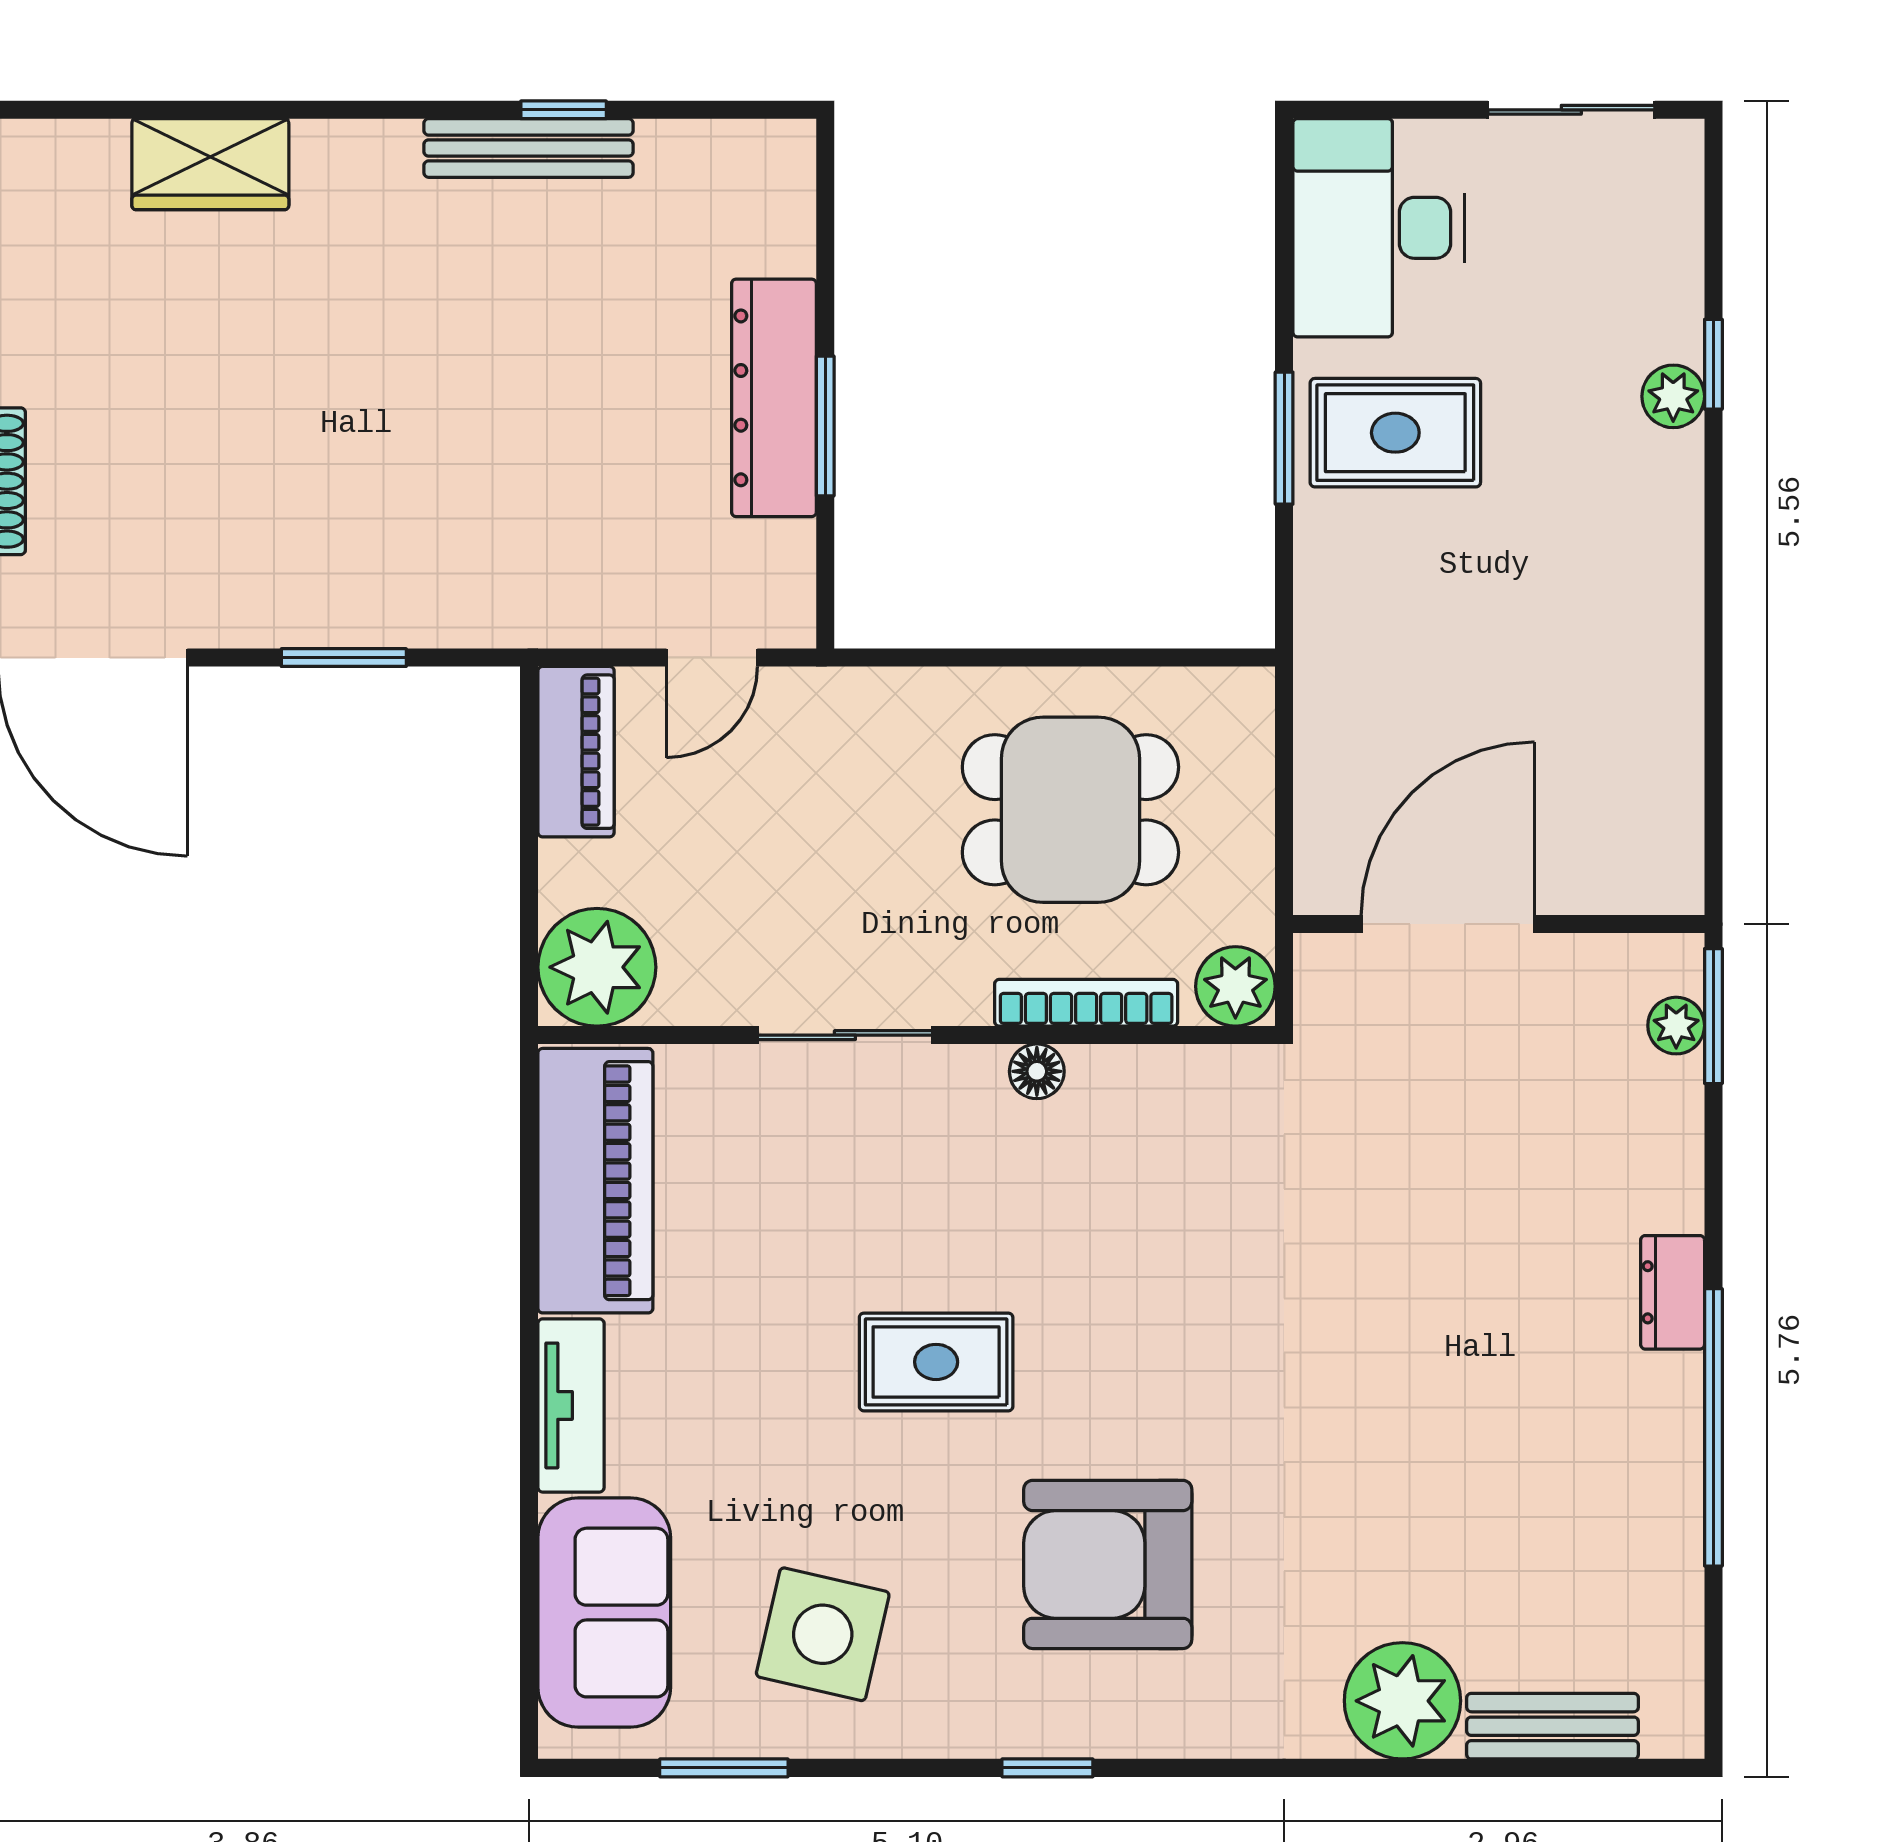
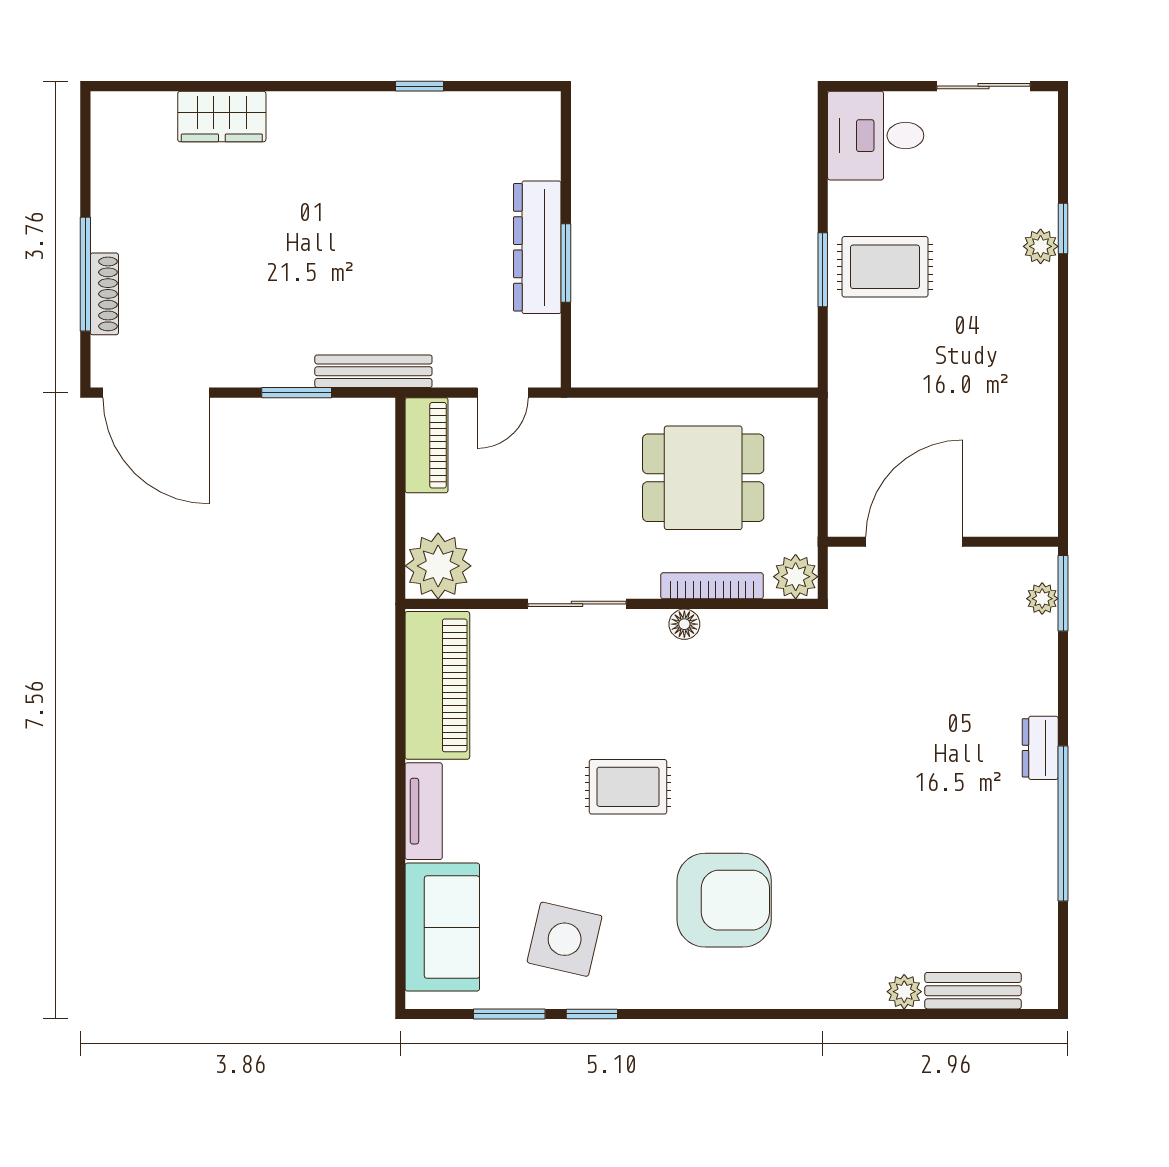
bench: (529, 148) -> (373, 371), moved
desk: (1379, 228) -> (876, 136), width x0.73
armchair: (1108, 1564) -> (724, 900), turned 180
plant: (1402, 1701) -> (904, 992), width x0.53, depth x0.53
window: (1047, 1768) -> (592, 1014), moved

